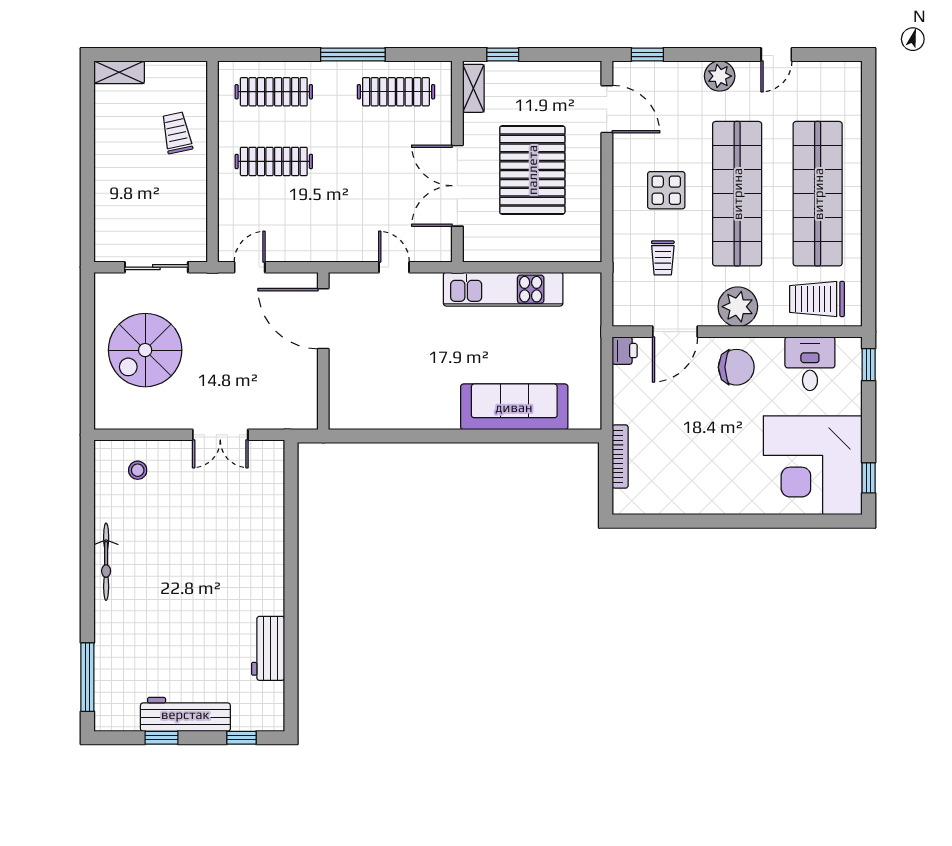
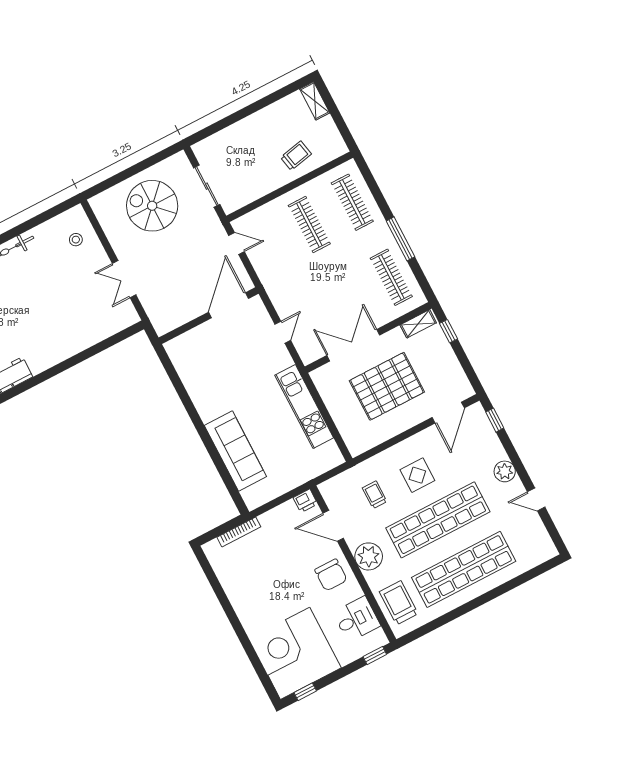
trolley: (663, 258) -> (375, 495), turned 90

